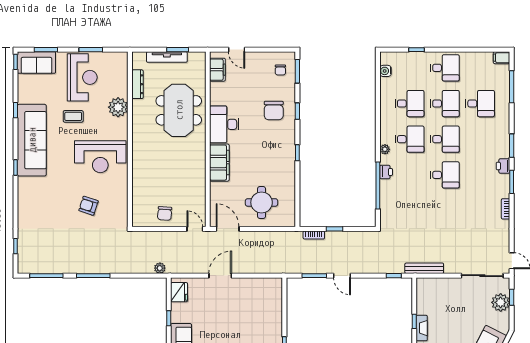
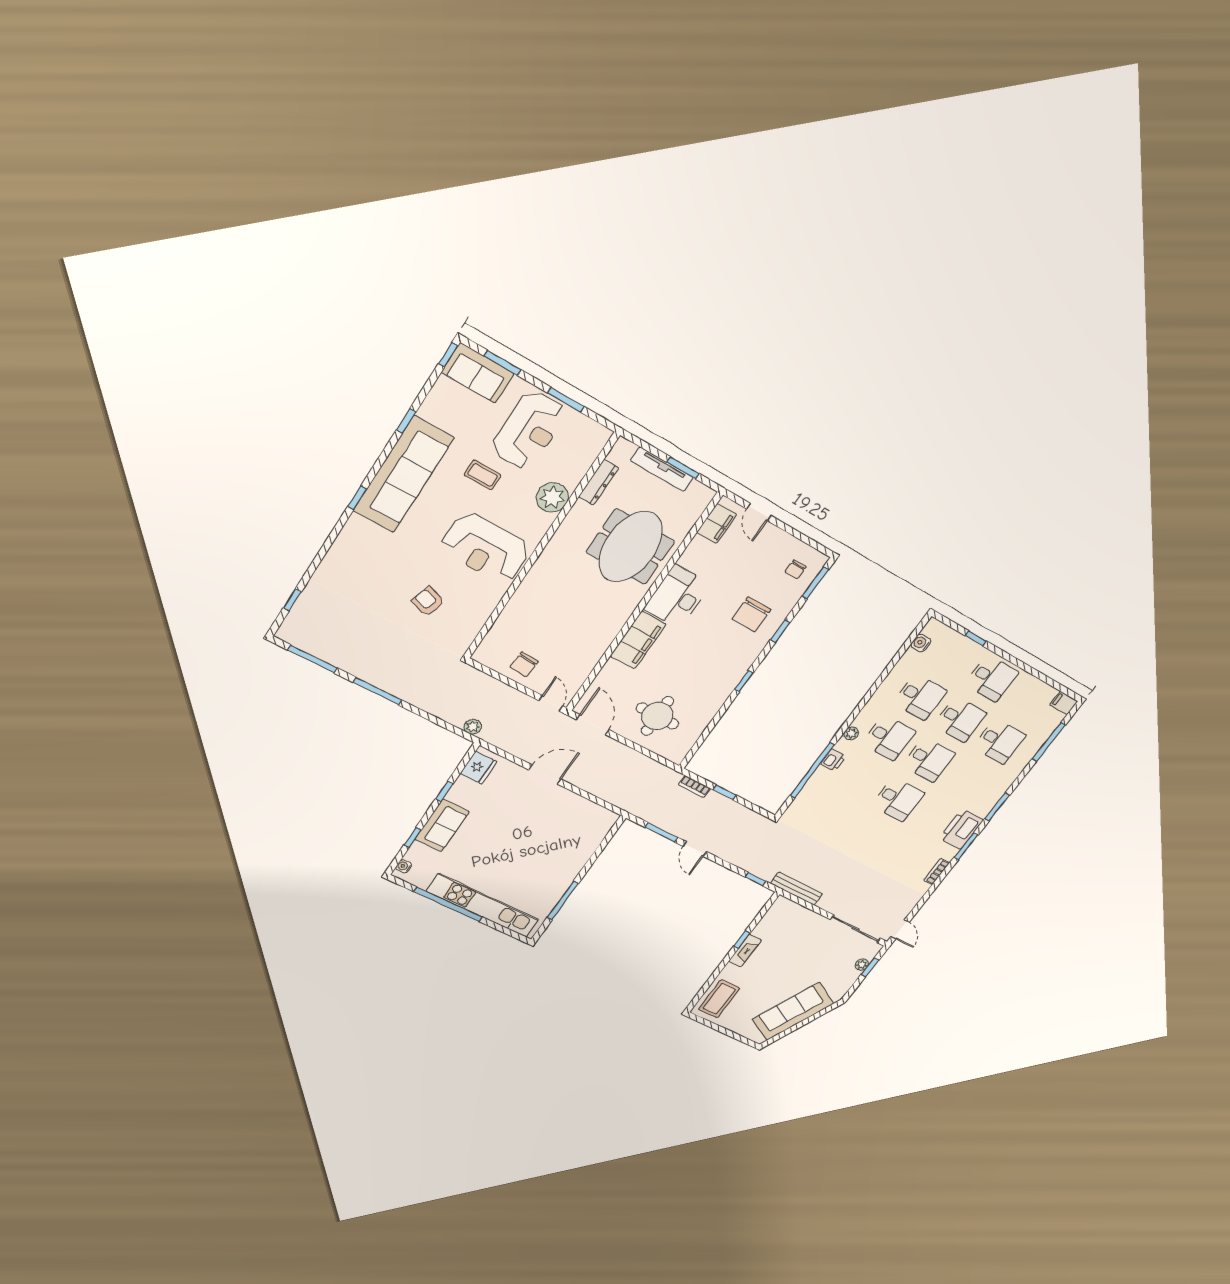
printer: (503, 166) -> (961, 829), width x1.87, depth x1.48
plant: (501, 302) -> (862, 965), width x0.53, depth x0.53

